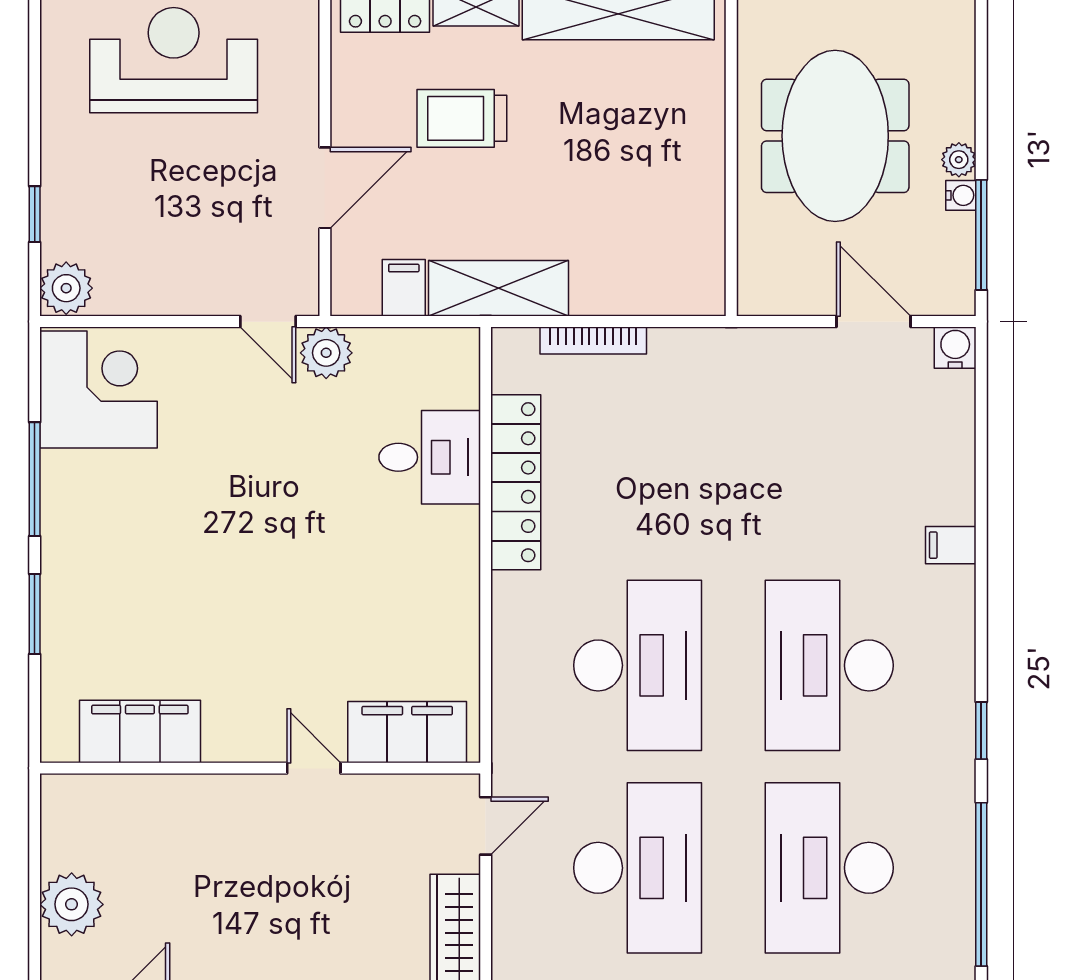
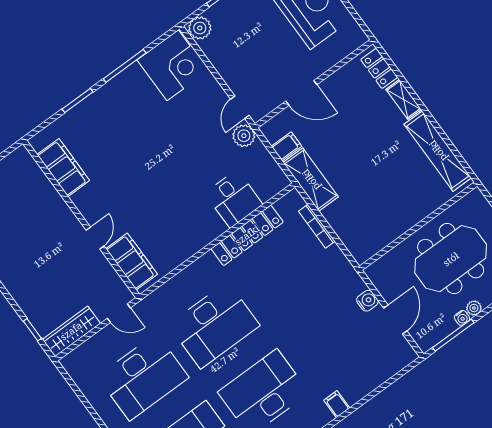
trolley: (462, 118) -> (361, 123), removed
water cooler: (955, 348) -> (367, 301), moved

